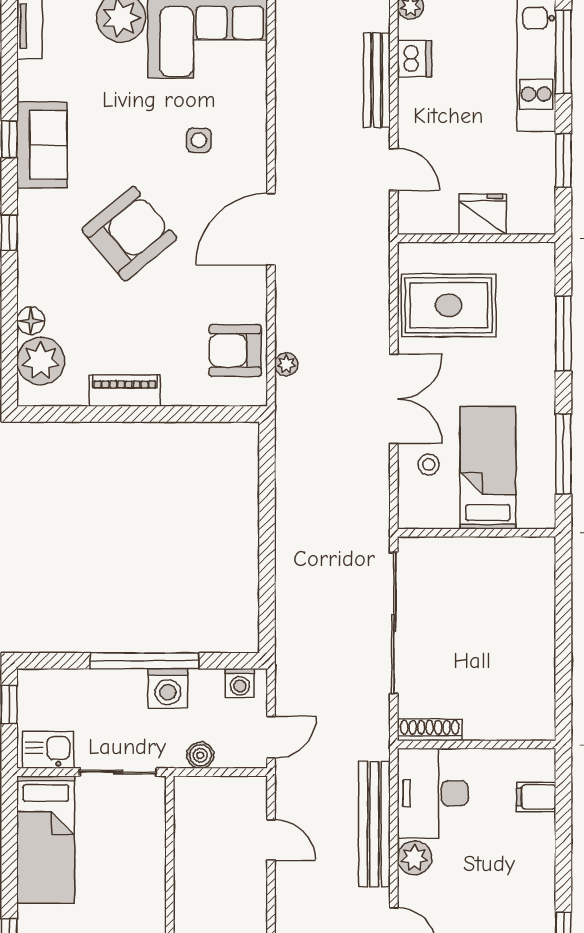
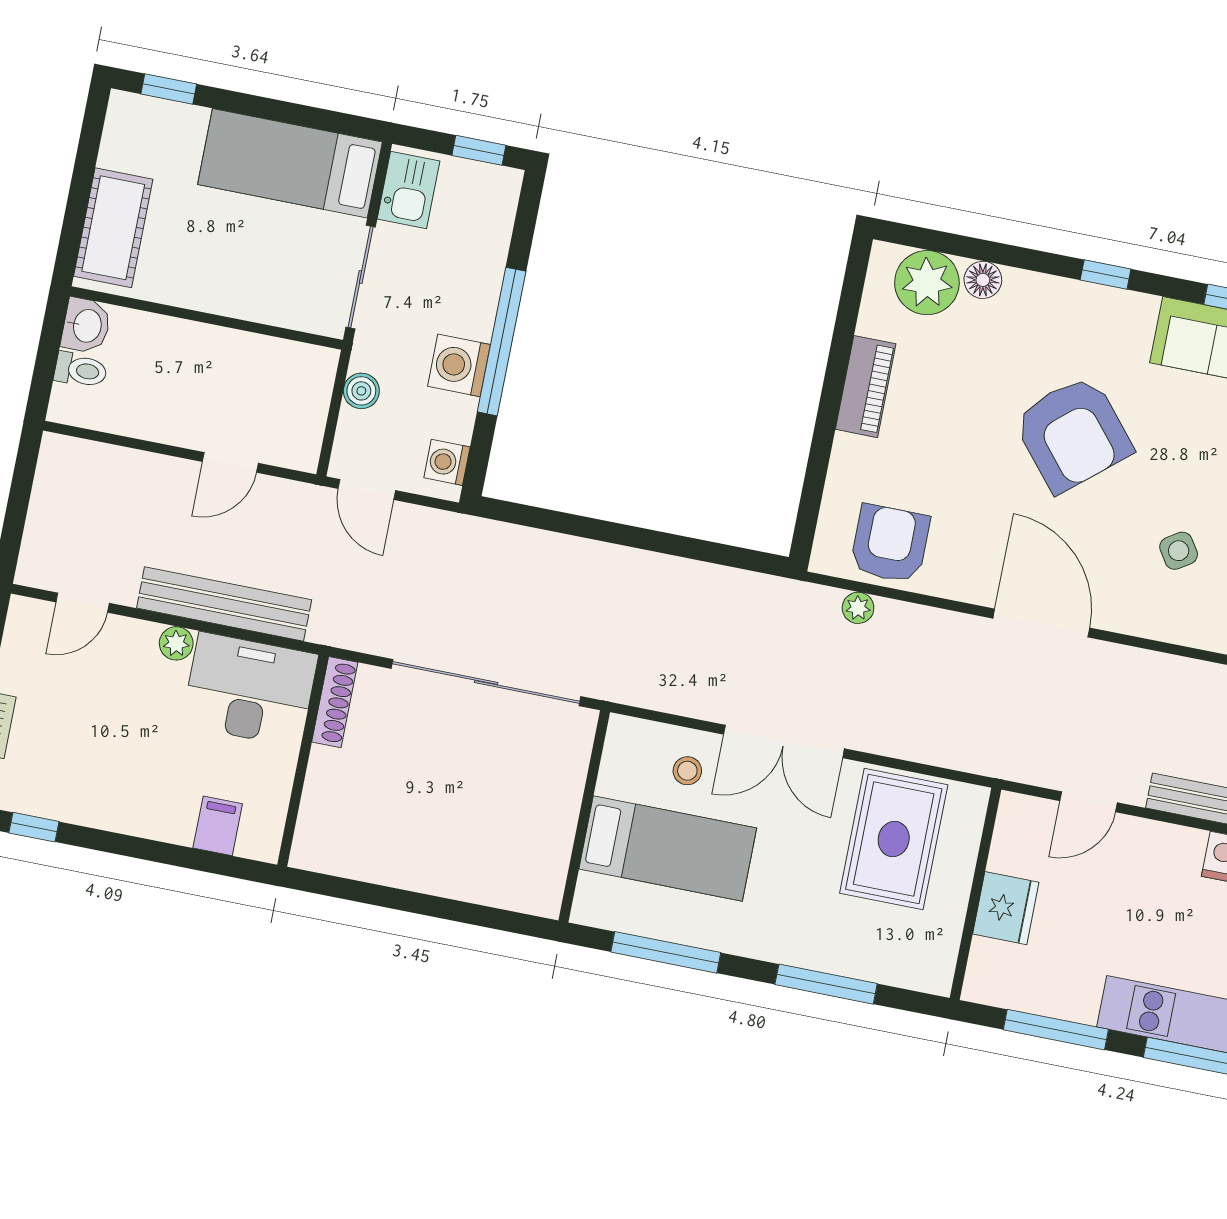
side table: (199, 140) -> (1179, 551), turned -33
window: (563, 160) -> (1056, 1030), width x1.44
plant: (414, 858) -> (176, 643), width x0.73, depth x0.73

